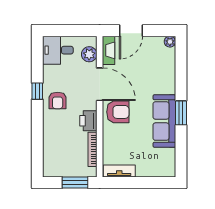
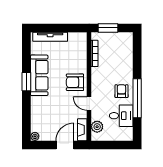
desk: (58, 50) -> (121, 116), moved
door: (100, 84) -> (89, 104), width x0.53
window: (37, 91) -> (137, 98), width x3.17
printer: (88, 121) -> (98, 75), removed
tv unit: (119, 171) -> (50, 37), moved, width x1.41

